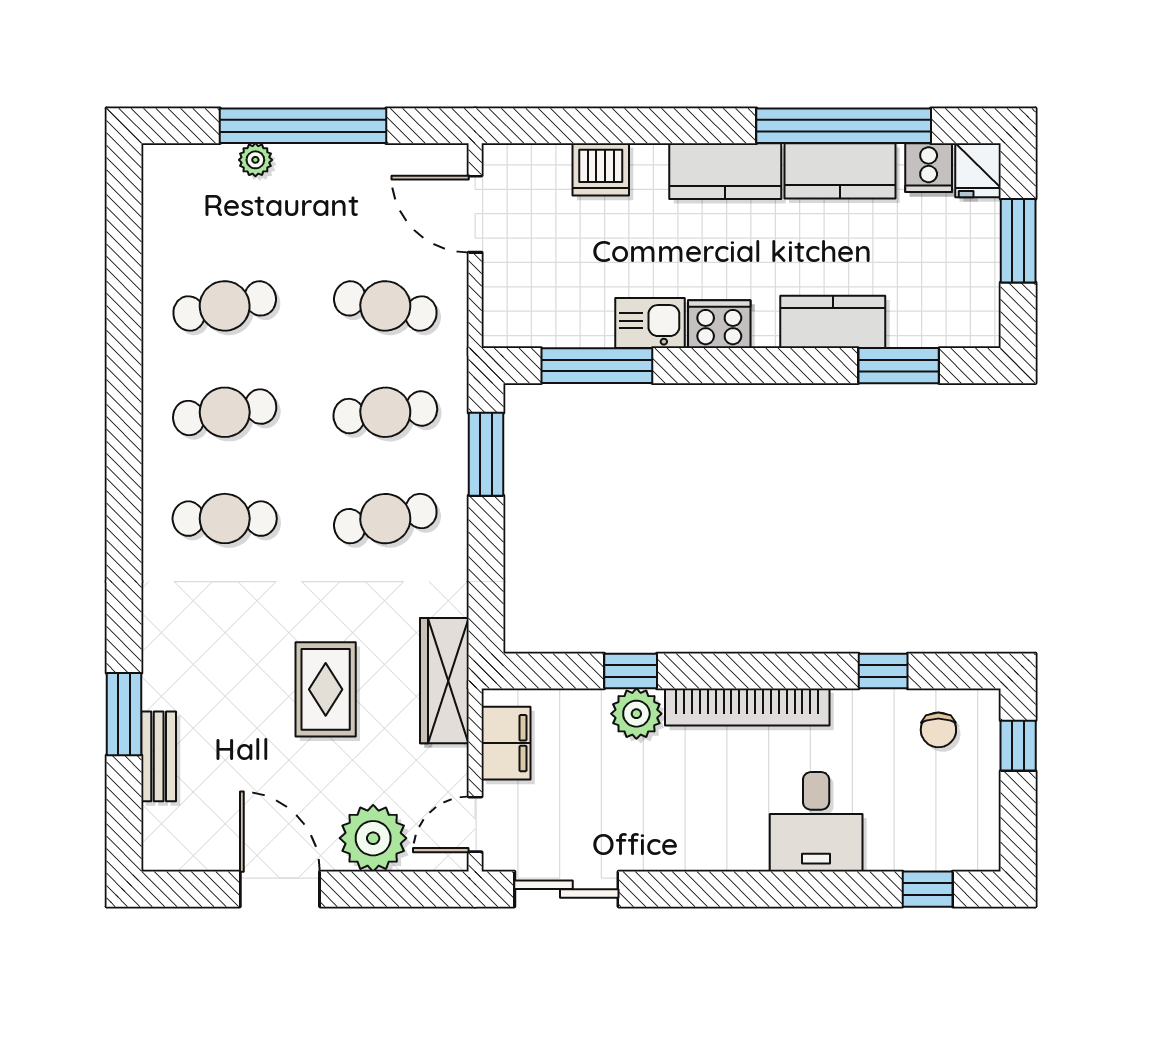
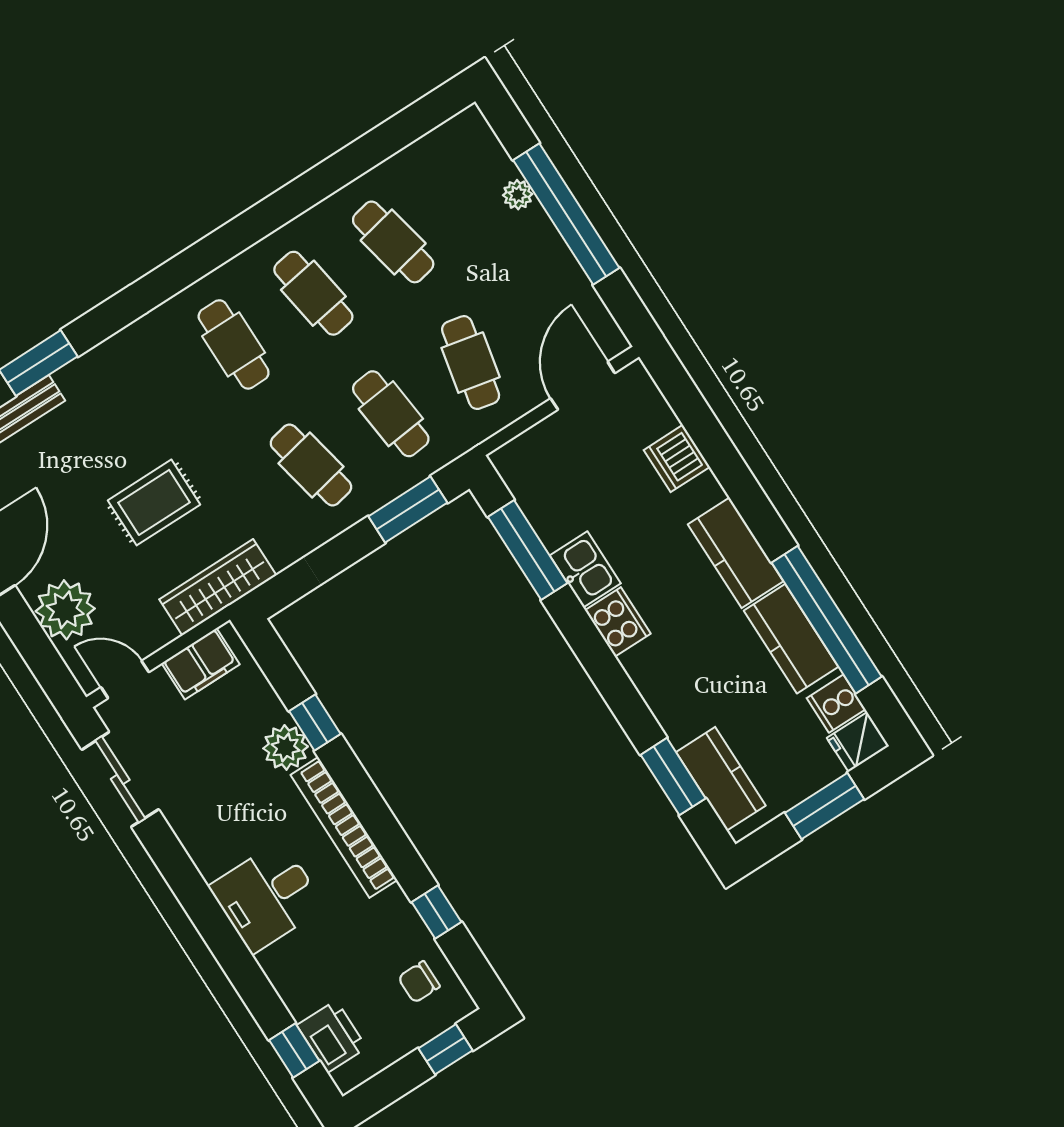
kitchen counter: (833, 322) -> (721, 779), moved
desk: (816, 822) -> (267, 897), moved
printer: (937, 845) -> (332, 1036), added

